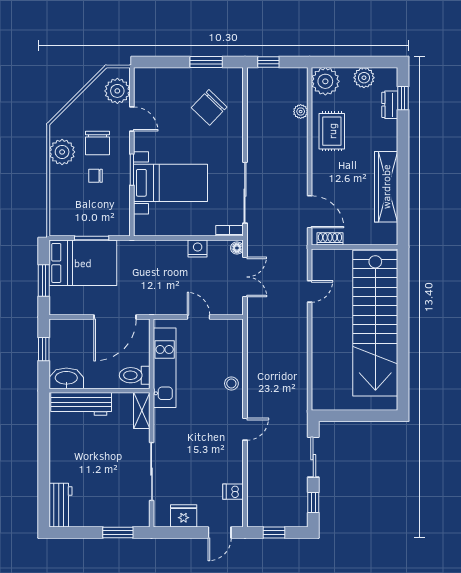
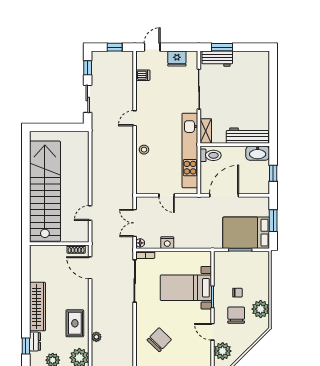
wardrobe: (386, 187) -> (37, 307), moved
kitchen unit: (165, 368) -> (190, 150), width x1.36
workbench: (61, 505) -> (217, 59), moved, turned -90

